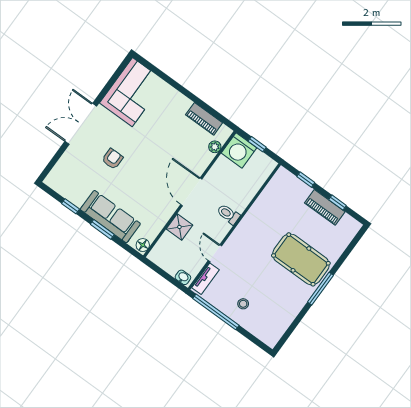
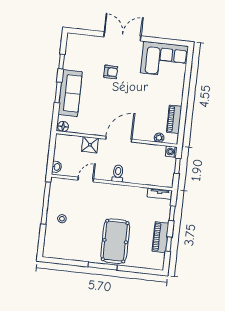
washing machine: (239, 150) -> (171, 152), width x0.53, depth x0.53
tv unit: (206, 279) -> (160, 194), moved

